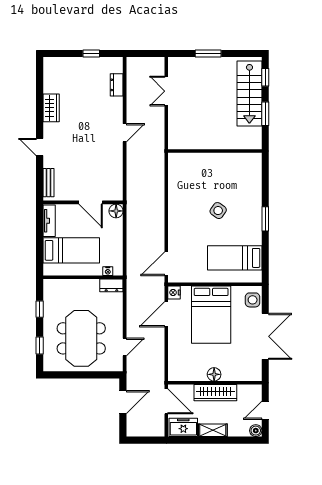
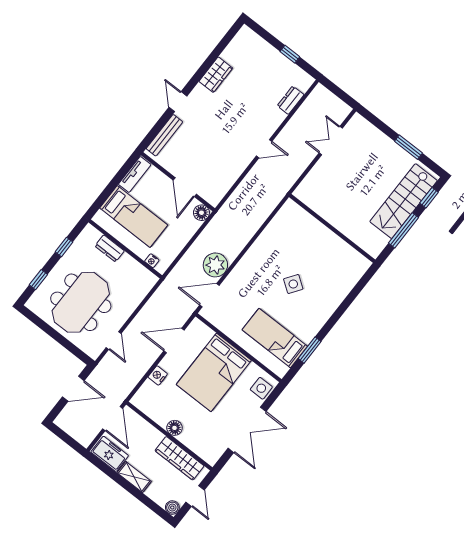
window: (208, 53) -> (408, 147), moved
window: (265, 114) -> (403, 230), width x1.44
bench: (48, 183) -> (164, 135), width x1.36
window: (265, 219) -> (310, 350), moved
plant: (154, 240) -> (215, 265), added
dresser: (111, 285) -> (110, 248), moved
nightstand: (174, 293) -> (158, 375), moved
door: (125, 347) -> (114, 341), hinge flipped
wardrobe: (215, 393) -> (180, 458), moved
door: (265, 410) -> (195, 496), swing flipped

